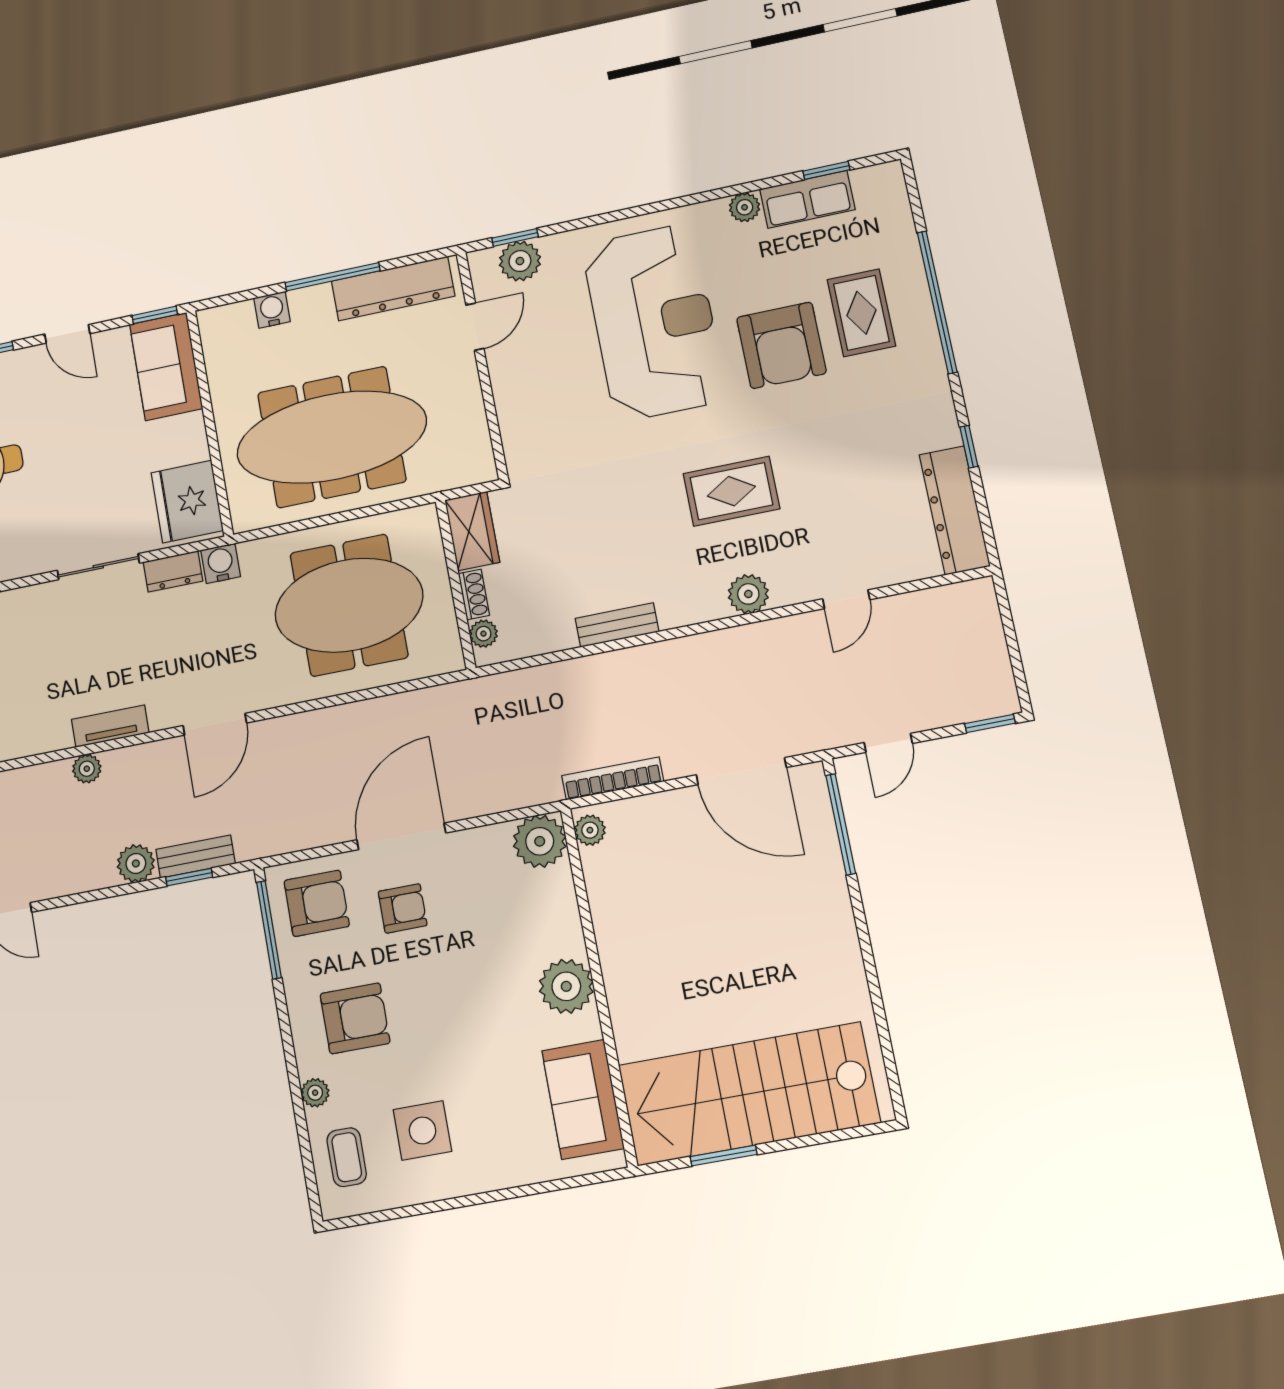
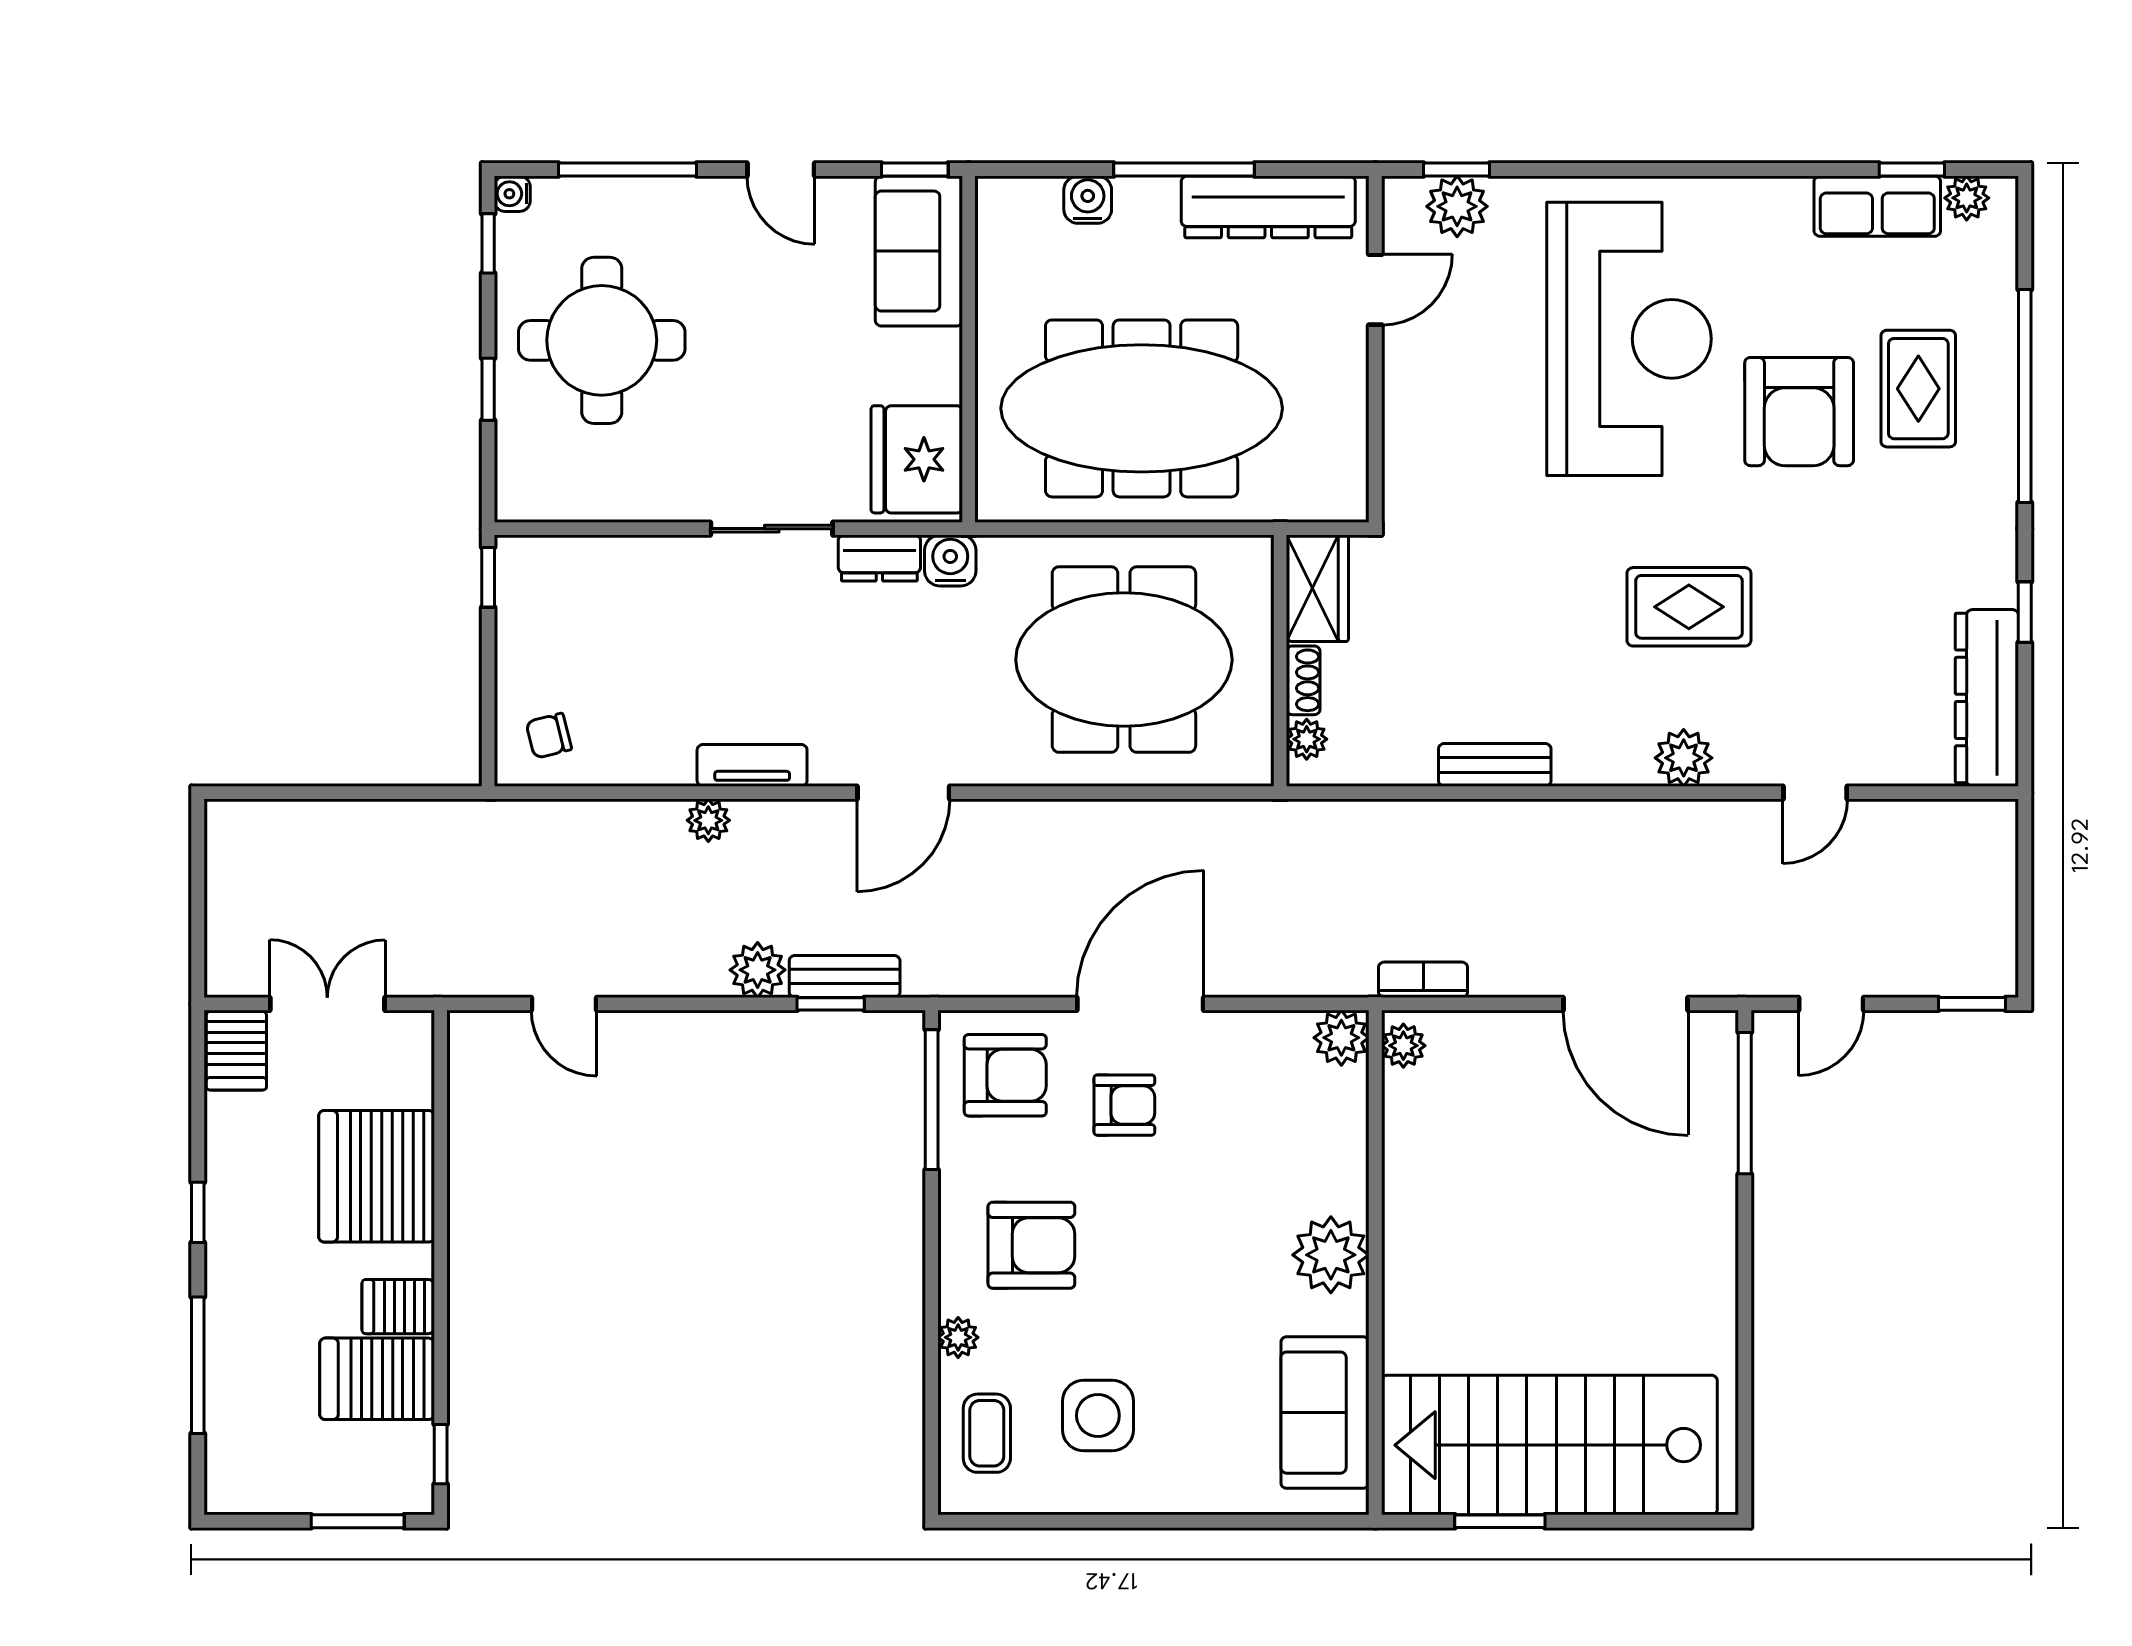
plant: (745, 207) -> (1967, 198), moved
bookcase: (613, 779) -> (1423, 980), width x0.64
plant: (540, 841) -> (1341, 1038), width x0.73, depth x0.73

